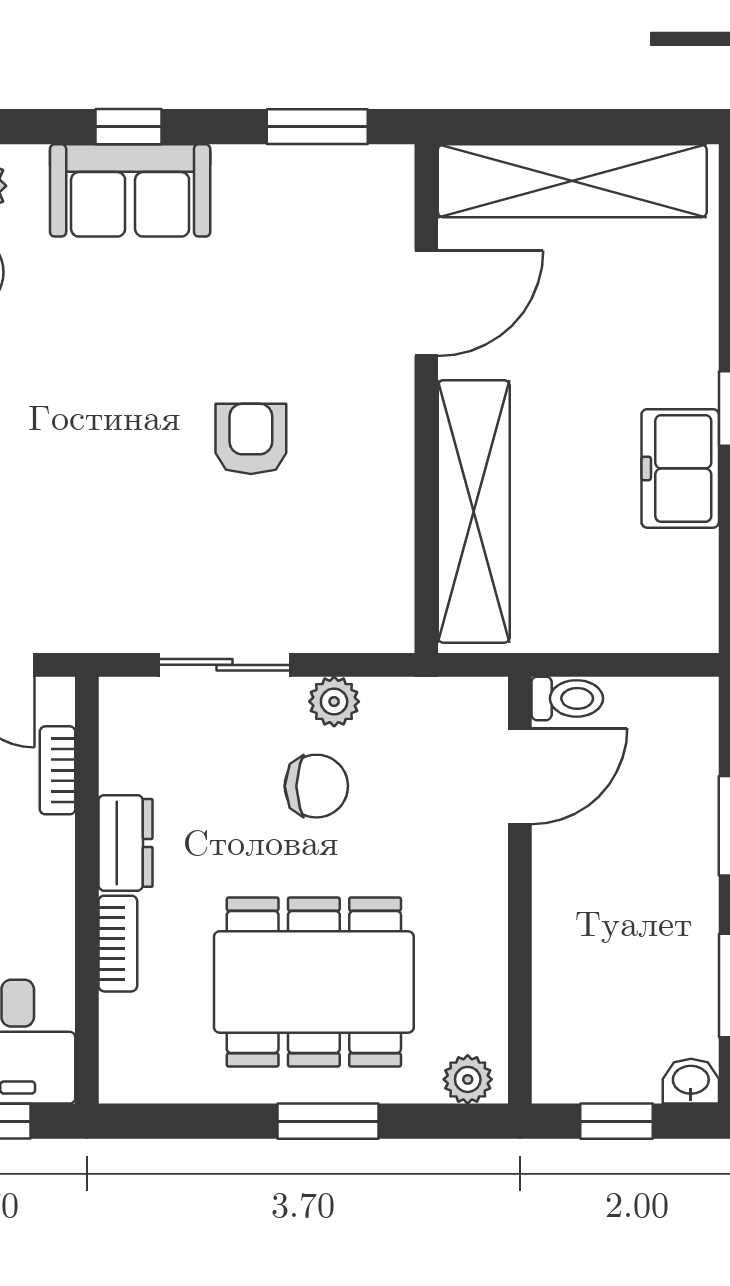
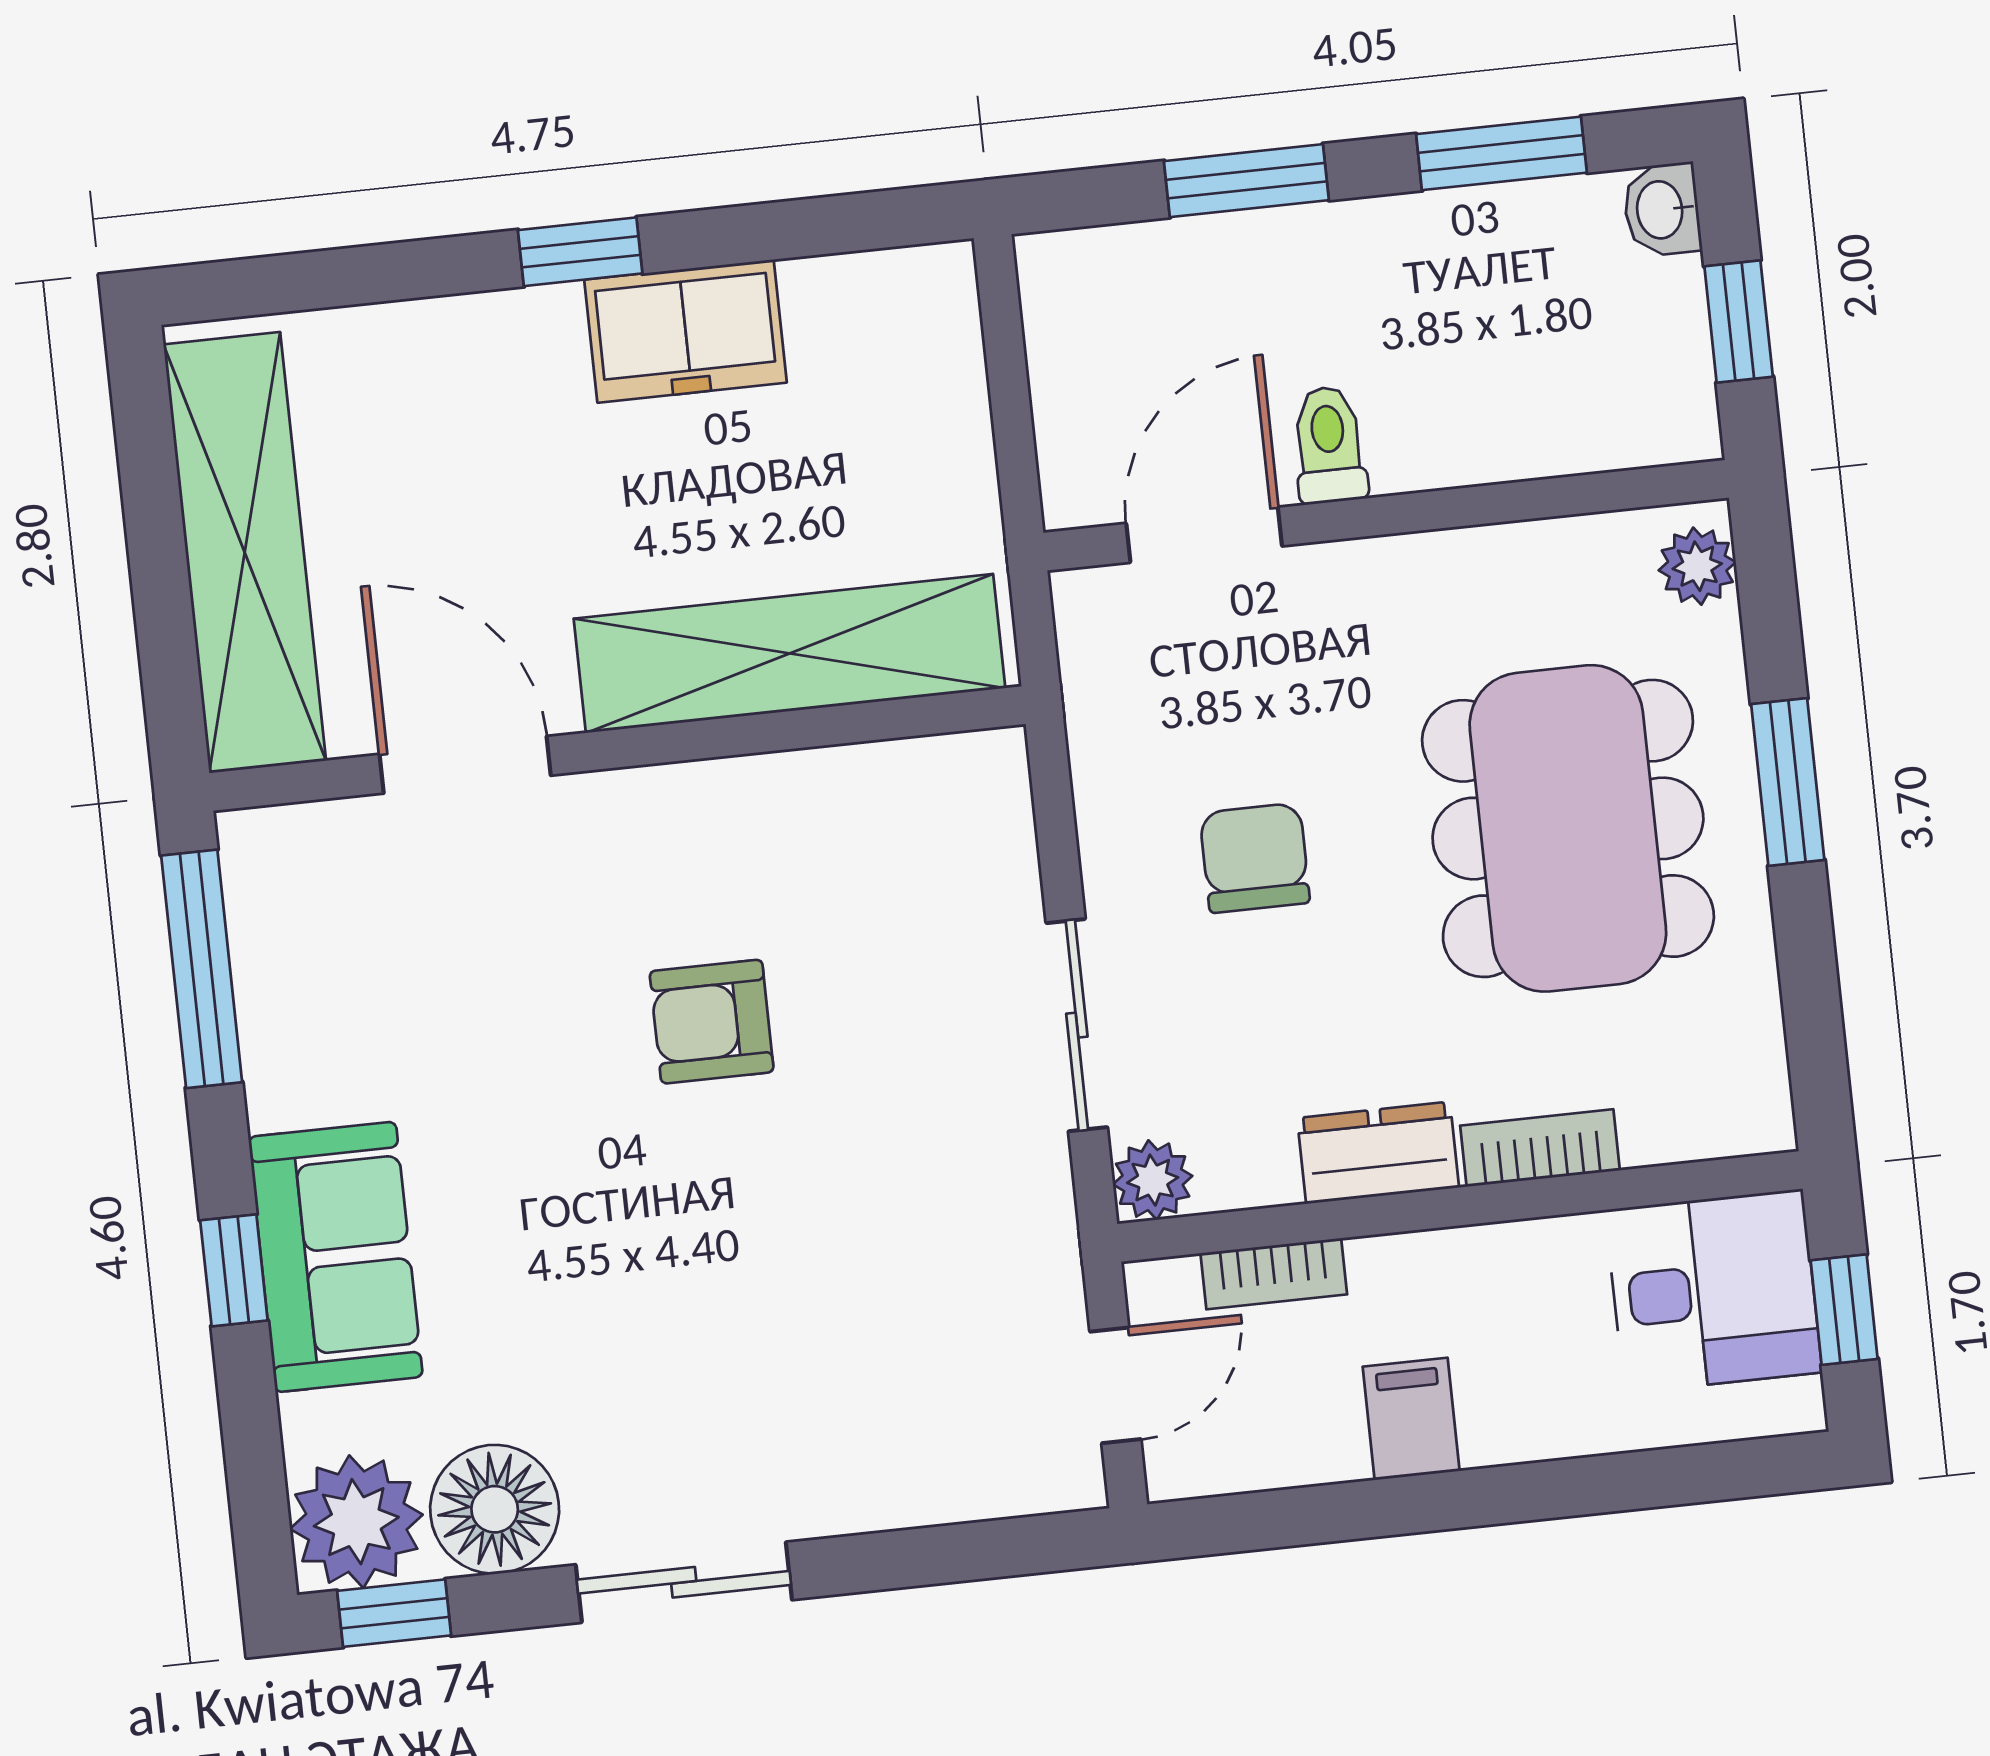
window: (317, 127) -> (202, 969), width x1.44
toilet: (567, 698) -> (1329, 445), moved
plant: (334, 702) -> (1153, 1180), moved
door: (520, 776) -> (1204, 535), hinge flipped

